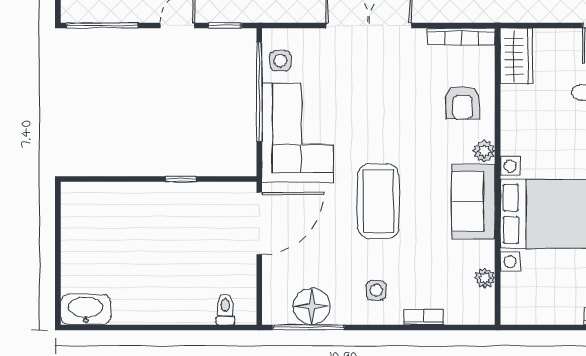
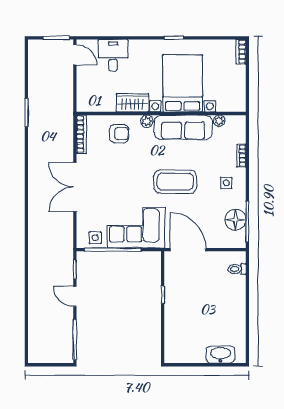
wardrobe: (516, 56) -> (132, 103), moved
sofa: (473, 202) -> (183, 127), width x1.36
washbasin: (86, 309) -> (220, 354), moved, turned 90

